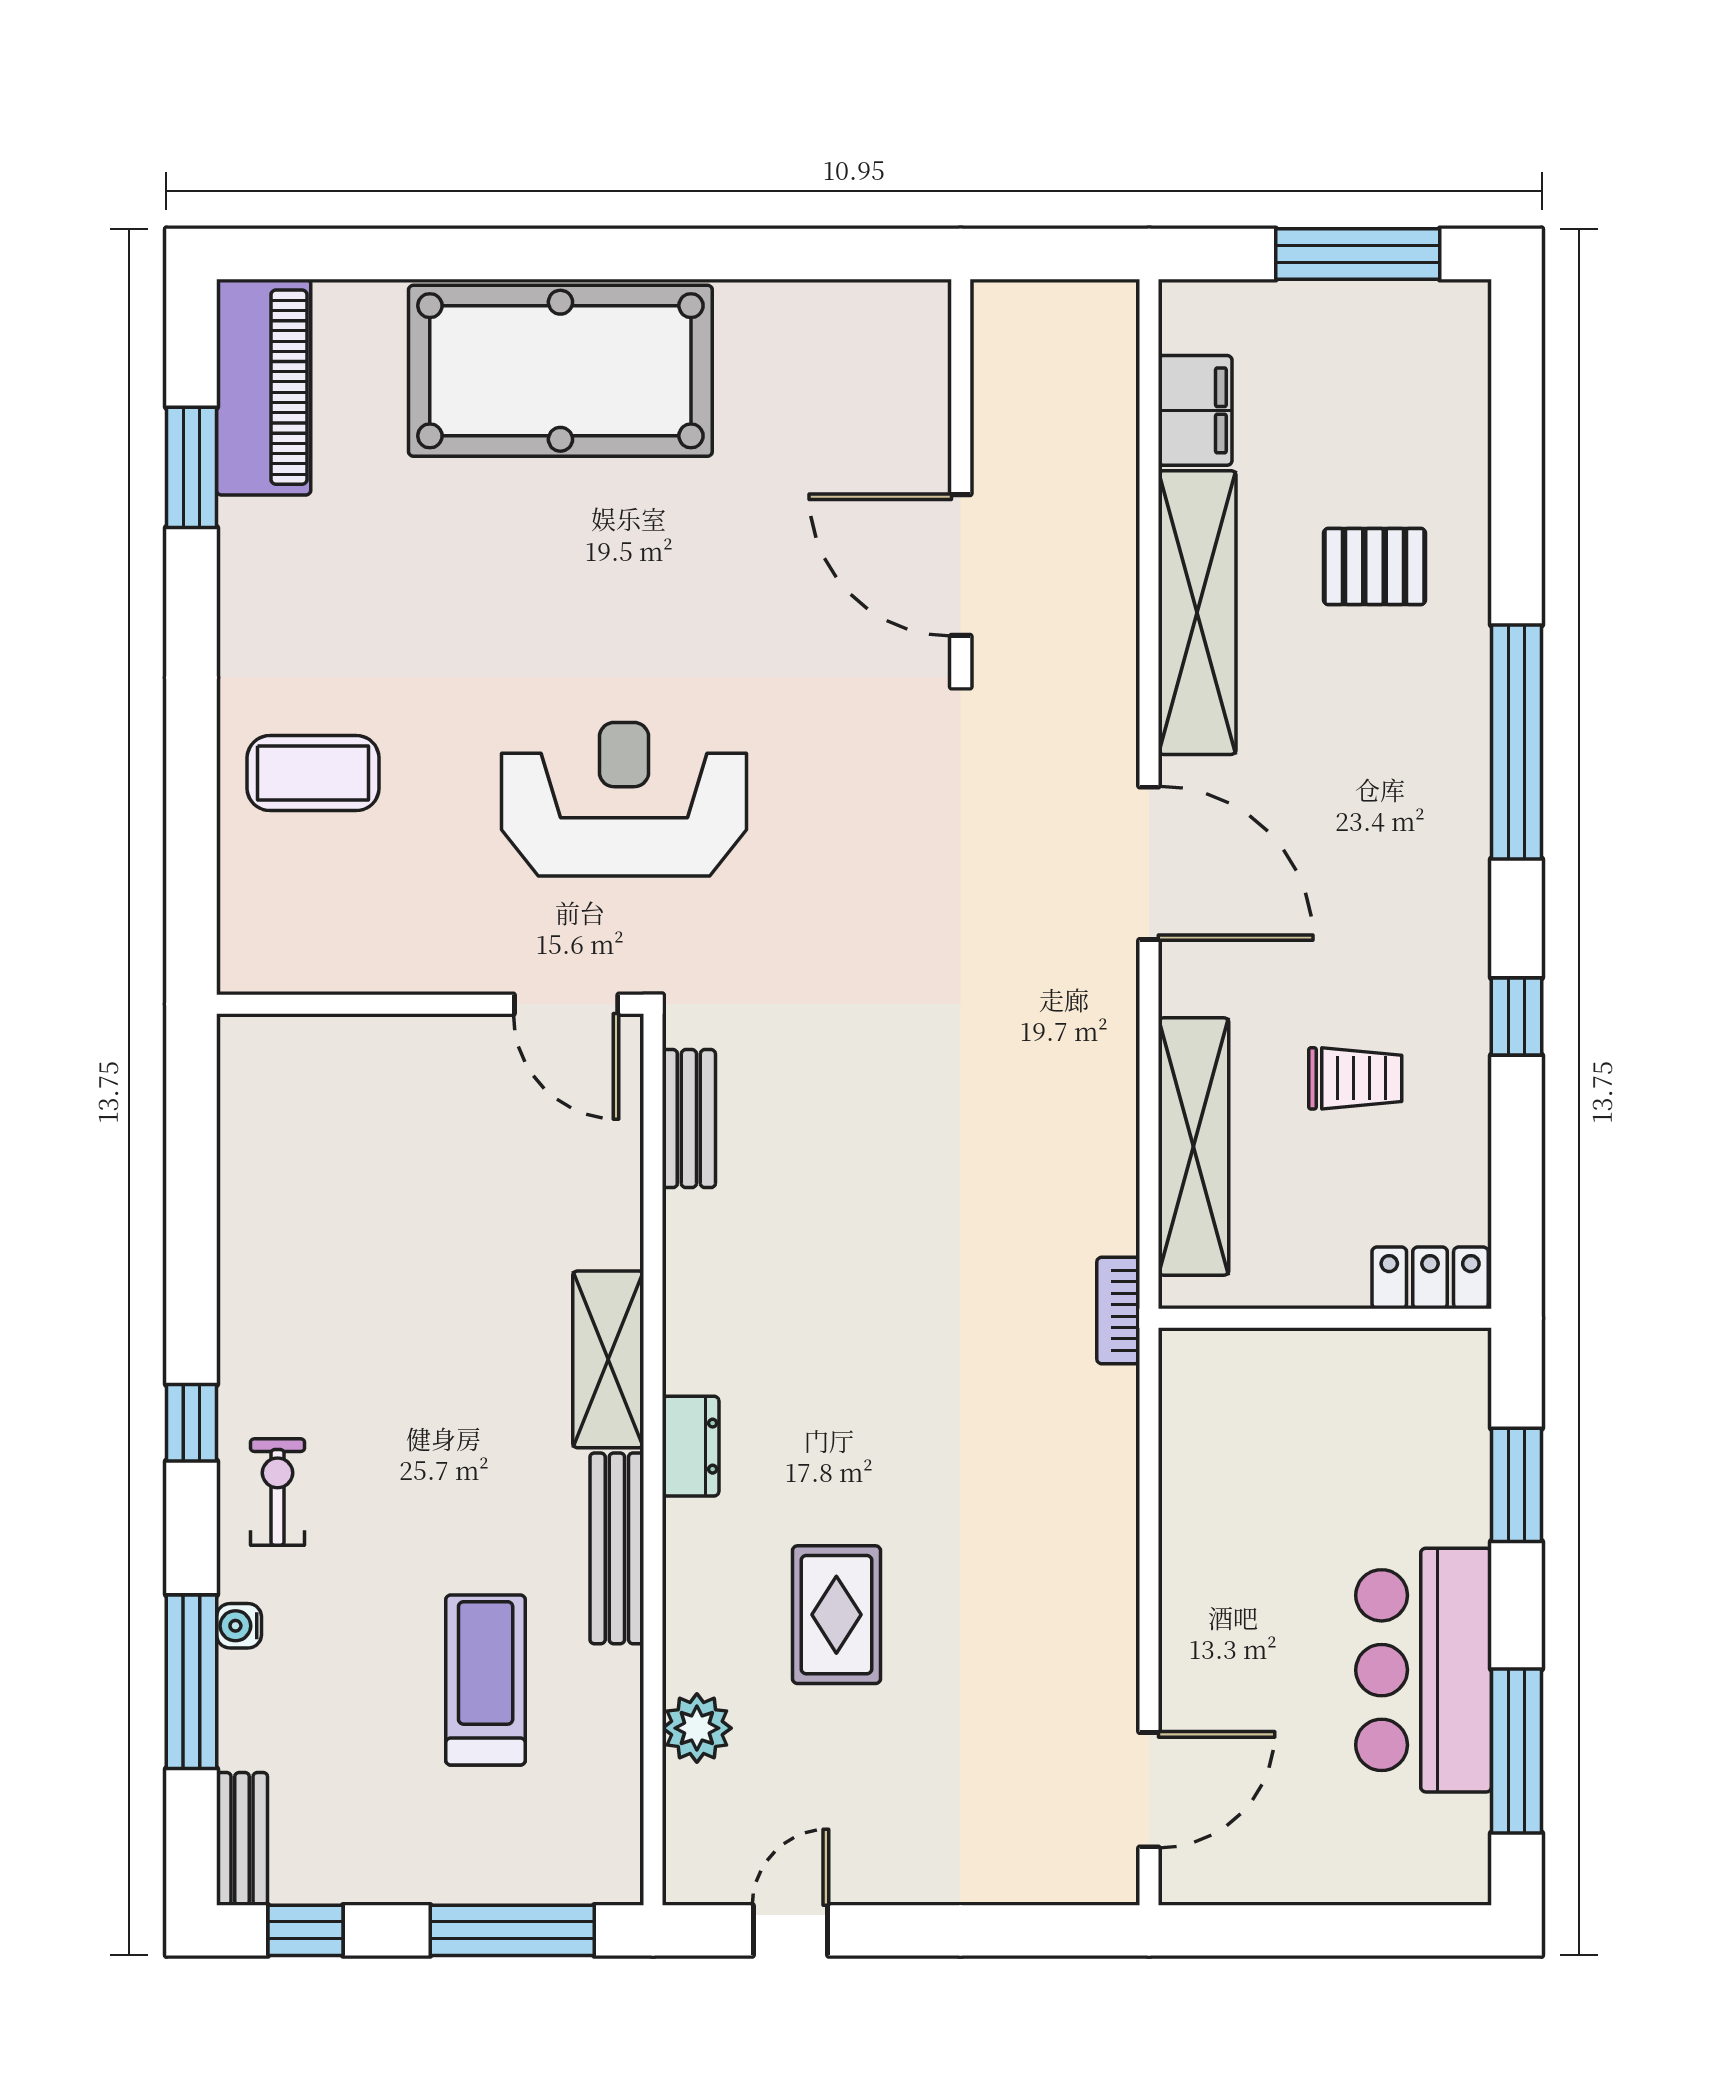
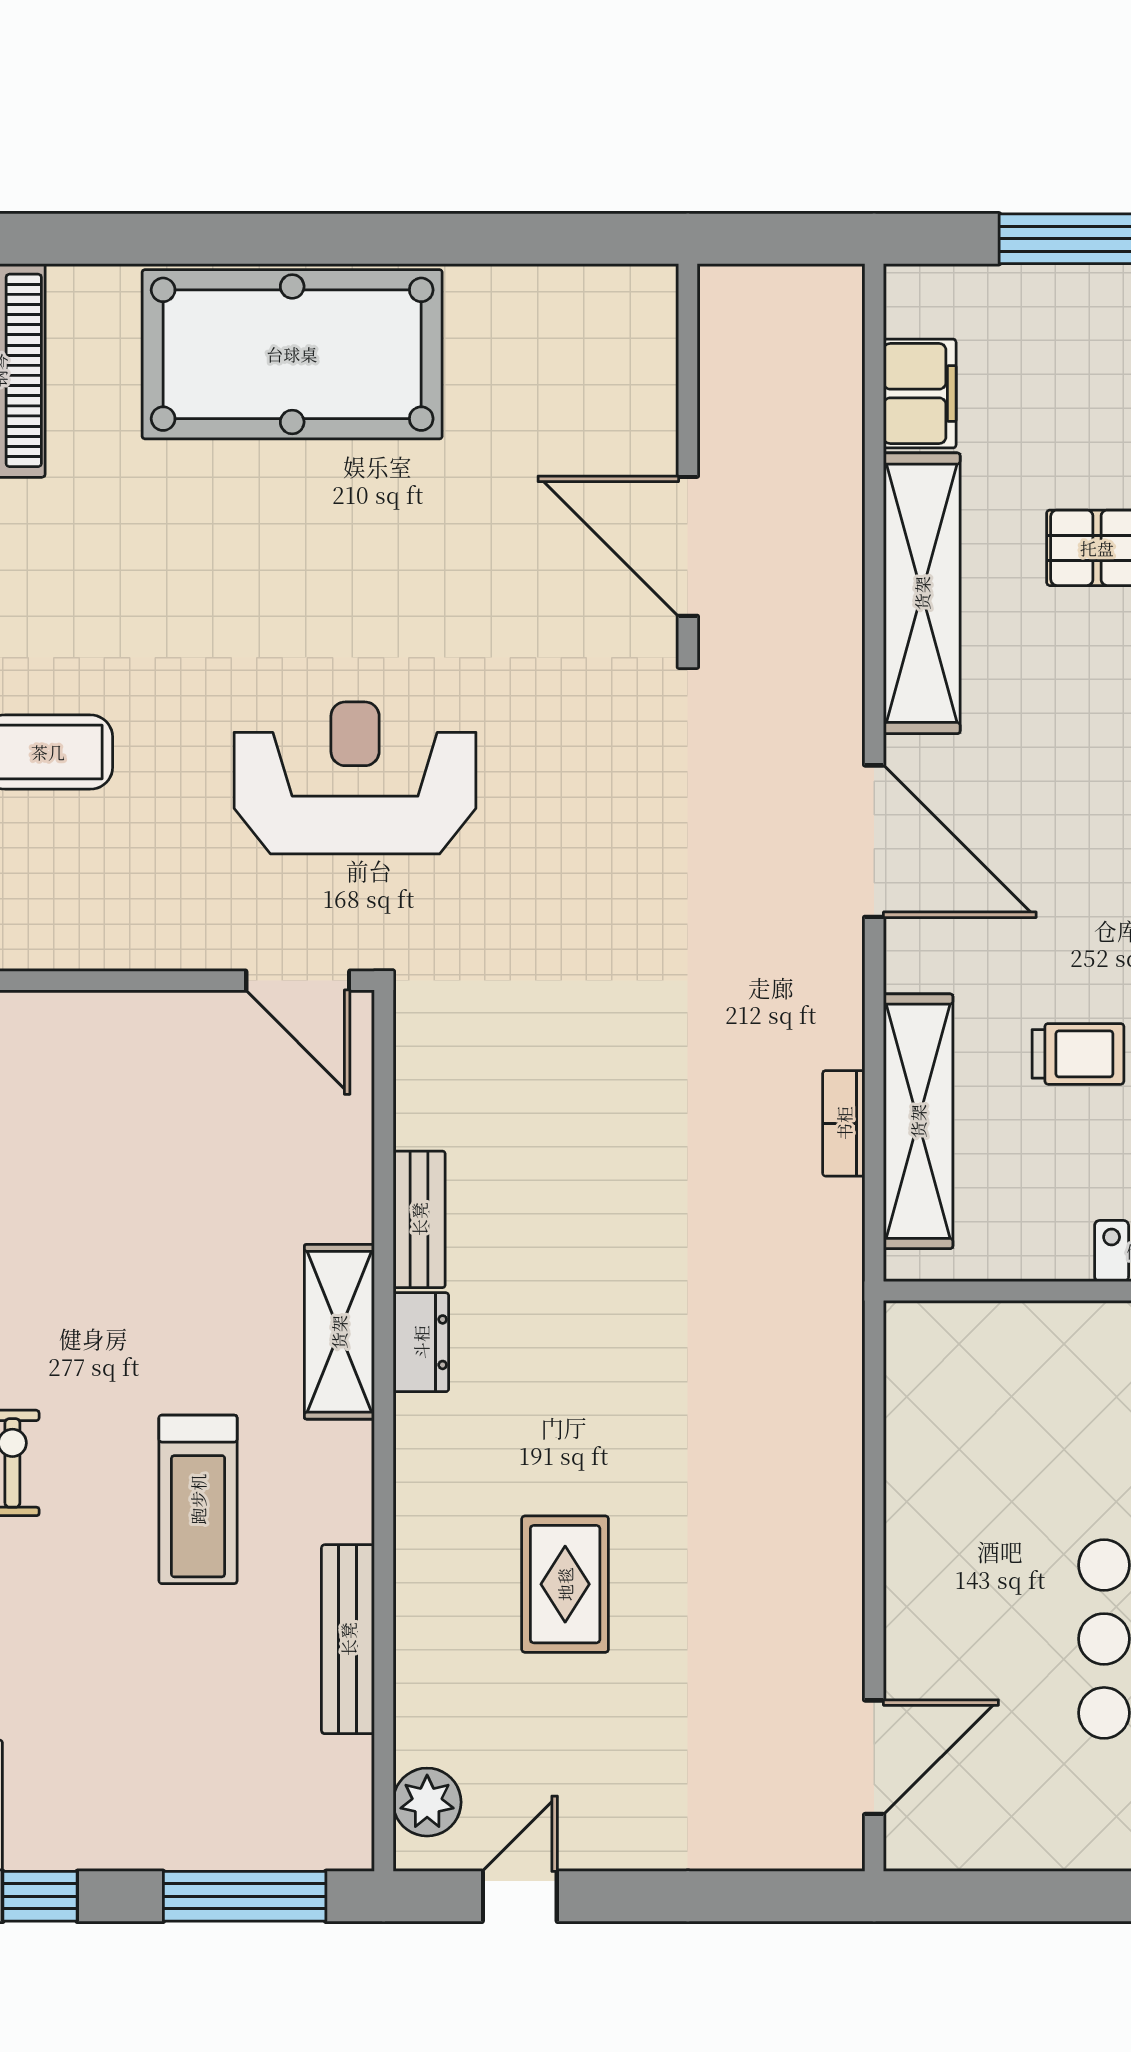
bench: (689, 1119) -> (419, 1219), moved
bookcase: (1118, 1310) -> (844, 1123), moved
dresser: (691, 1446) -> (421, 1342), moved
bench: (617, 1548) -> (348, 1639), moved
treadmill: (486, 1680) -> (198, 1499), moved, turned 180
plant: (697, 1728) -> (427, 1802), moved

